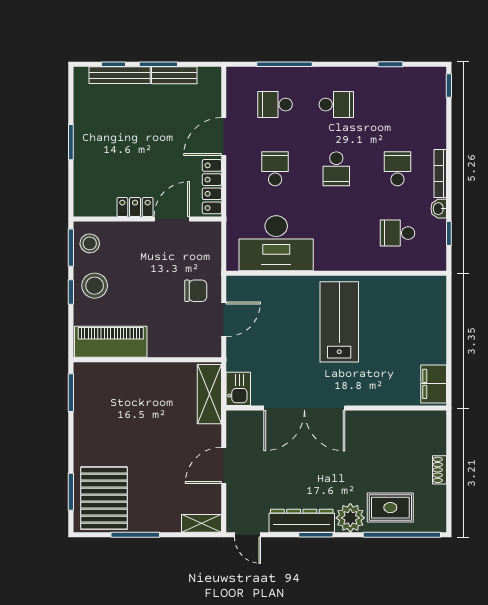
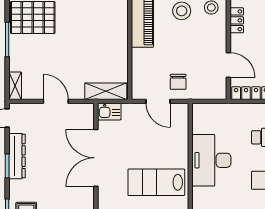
locker: (135, 207) -> (237, 20), moved
desk: (276, 243) -> (211, 160), moved
lab bench: (339, 322) -> (156, 182), turned 180
plant: (350, 518) -> (19, 190), removed

